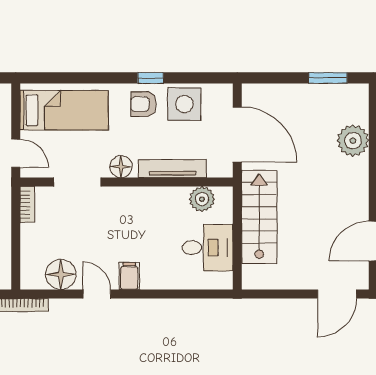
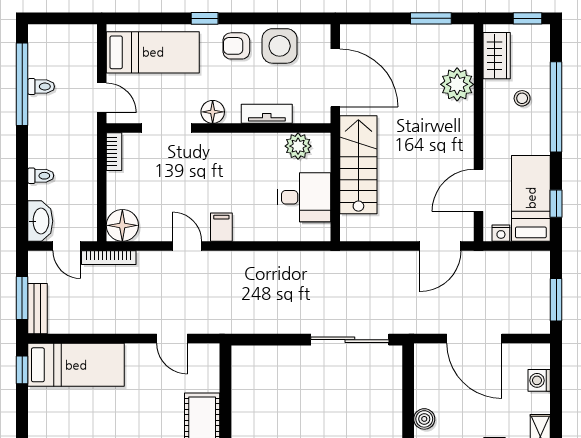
window: (151, 78) -> (205, 18), moved
tv unit: (172, 169) -> (267, 114), width x0.71
floor lamp: (61, 274) -> (122, 225), moved

